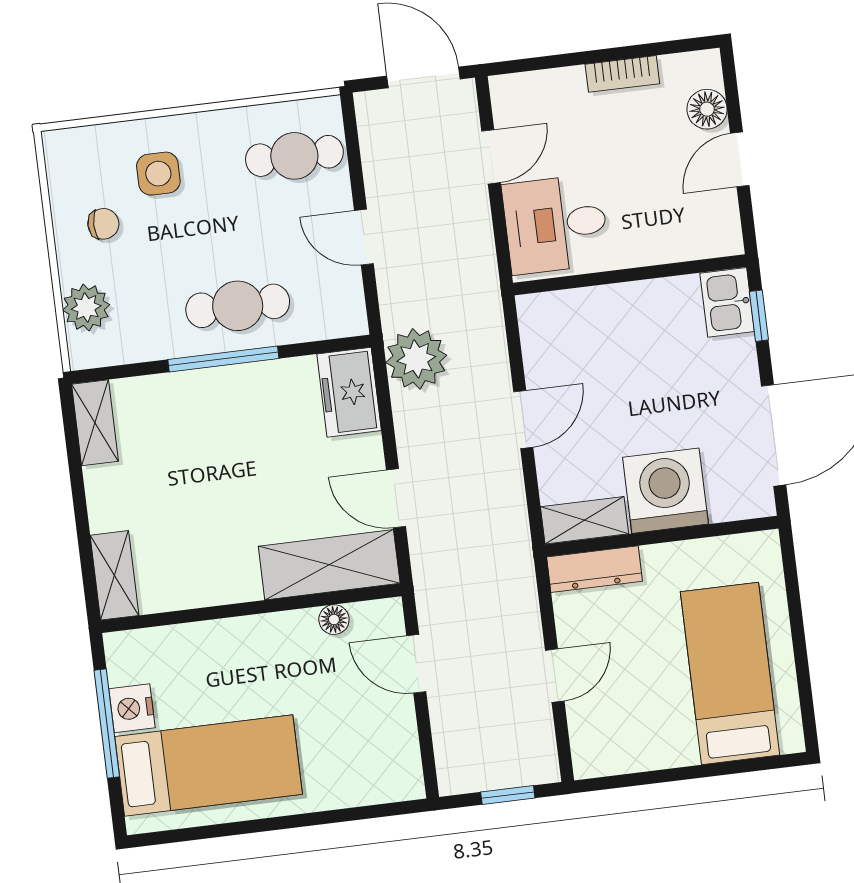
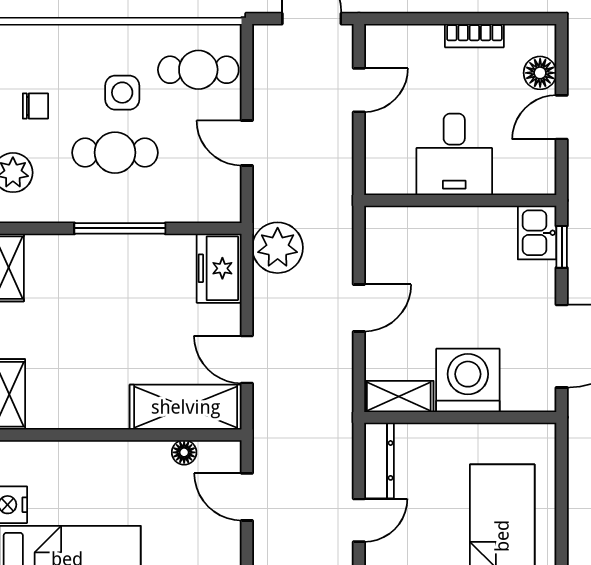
side table: (158, 174) -> (122, 93), moved
desk: (556, 224) -> (454, 154), moved, turned -90
cafe table: (238, 306) -> (115, 153), moved
dresser: (595, 569) -> (379, 460), moved, turned -90

